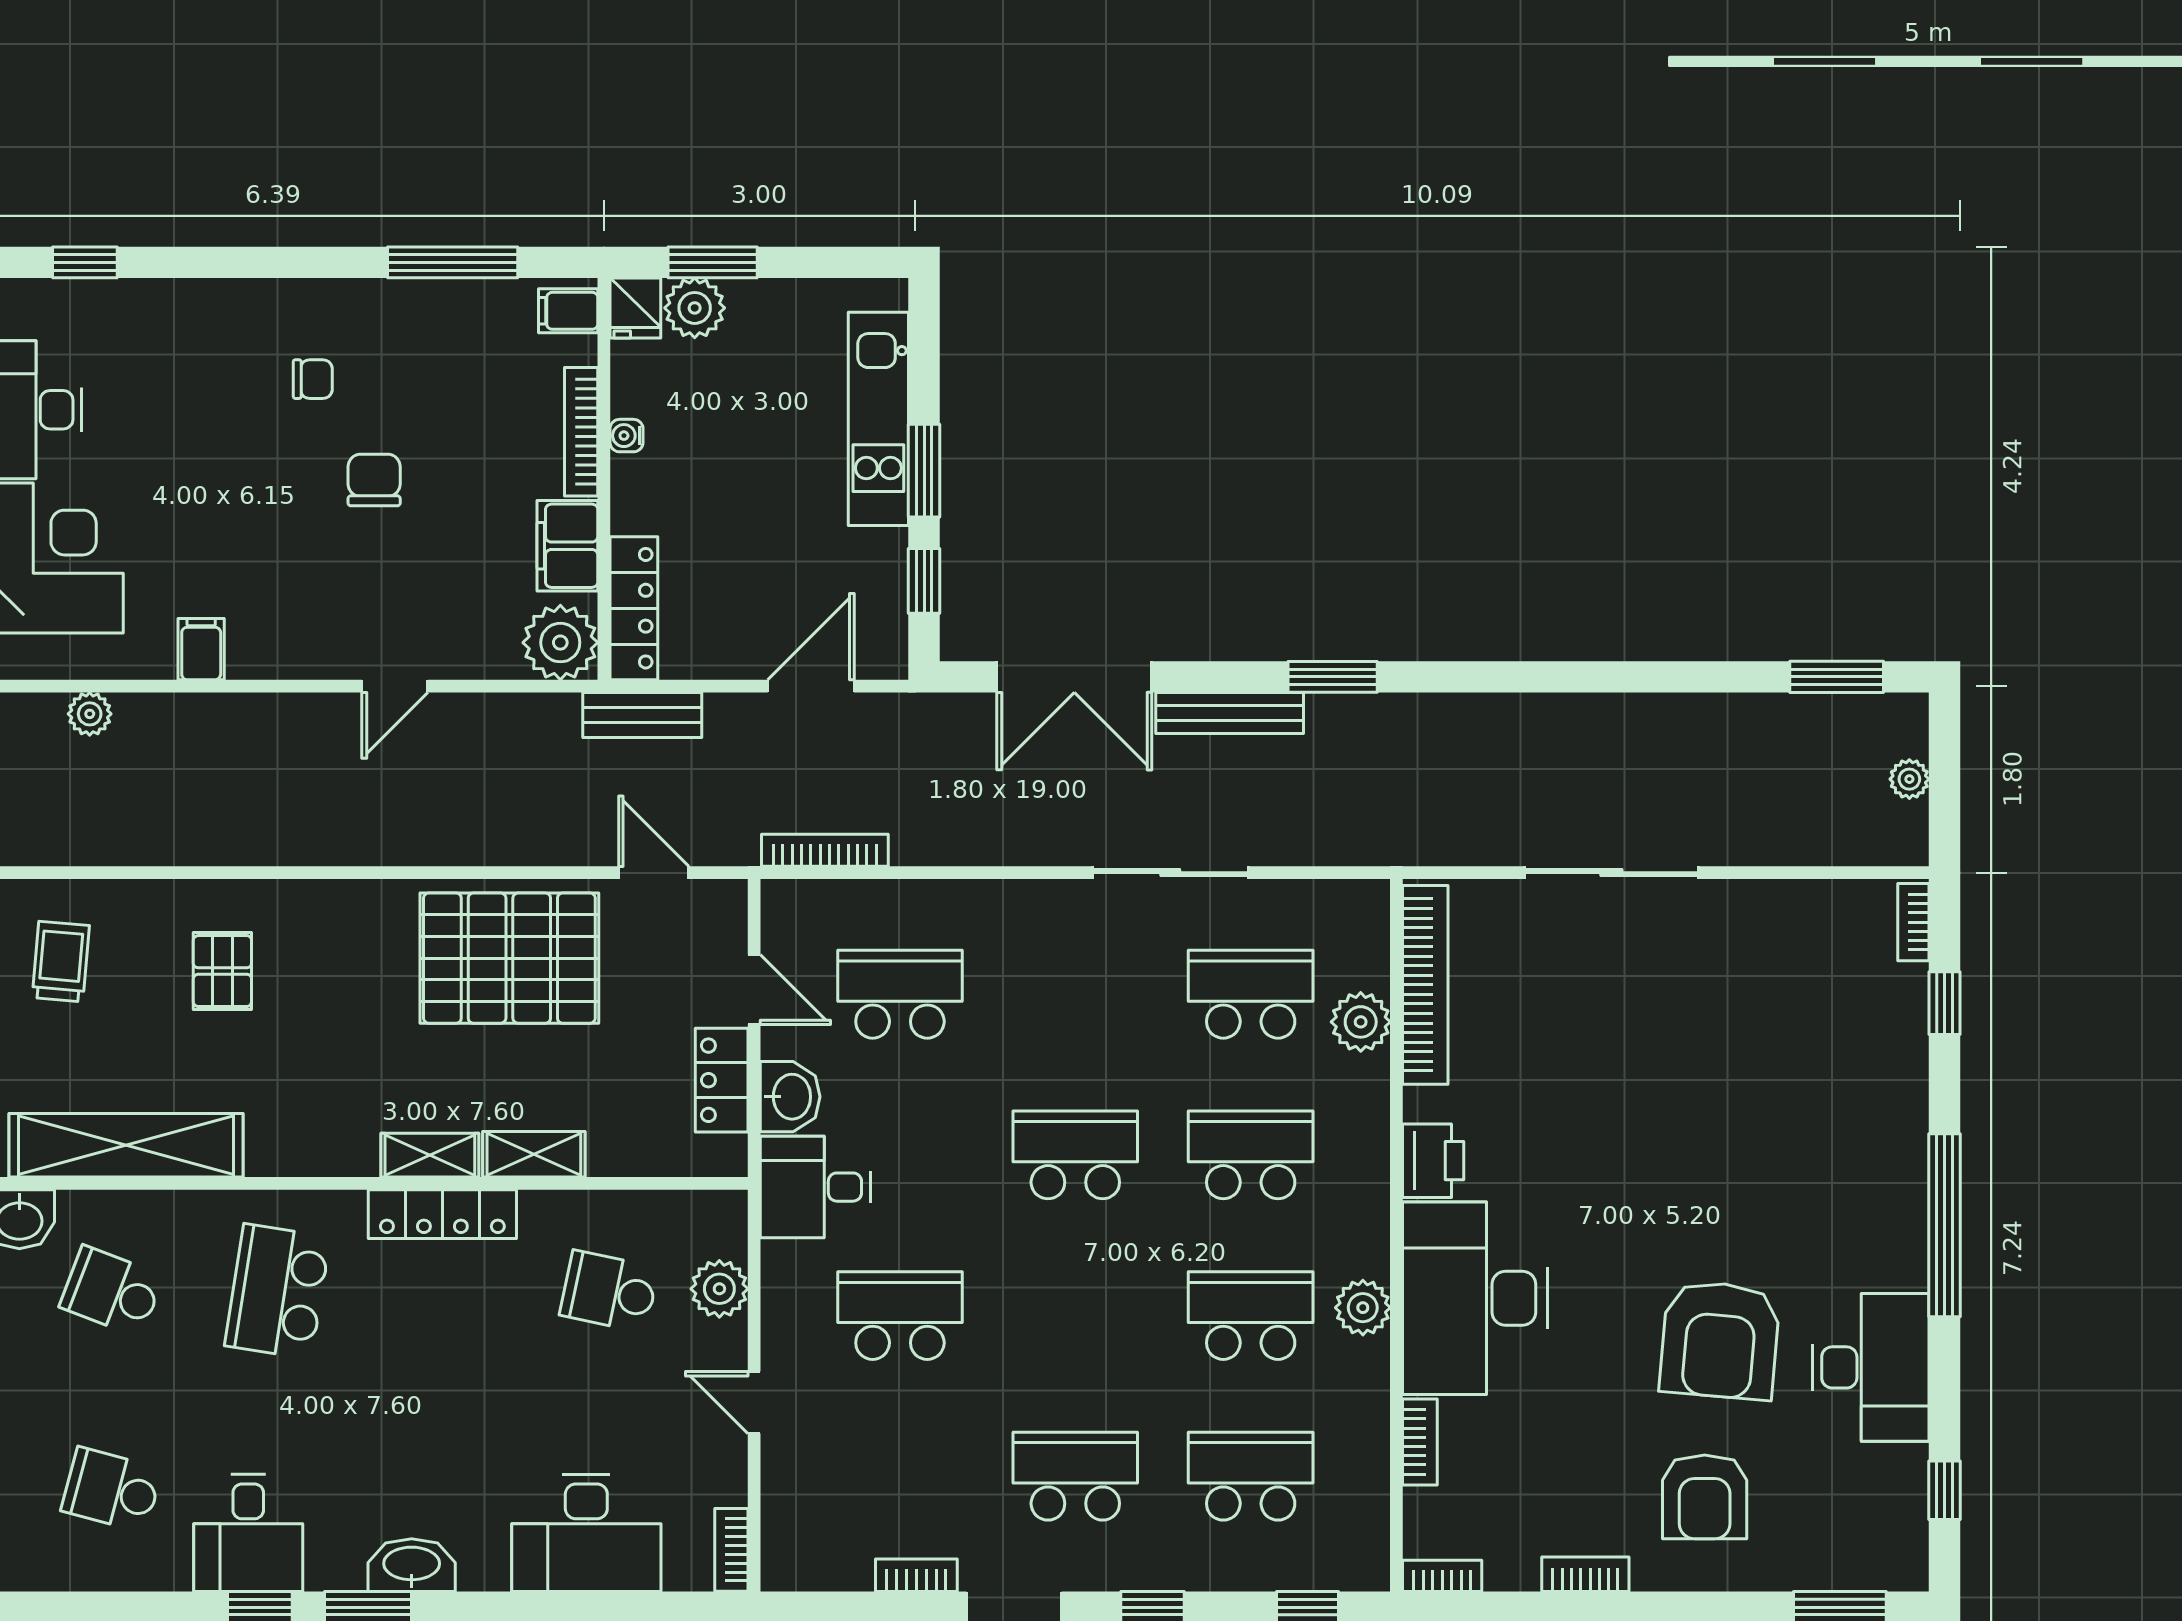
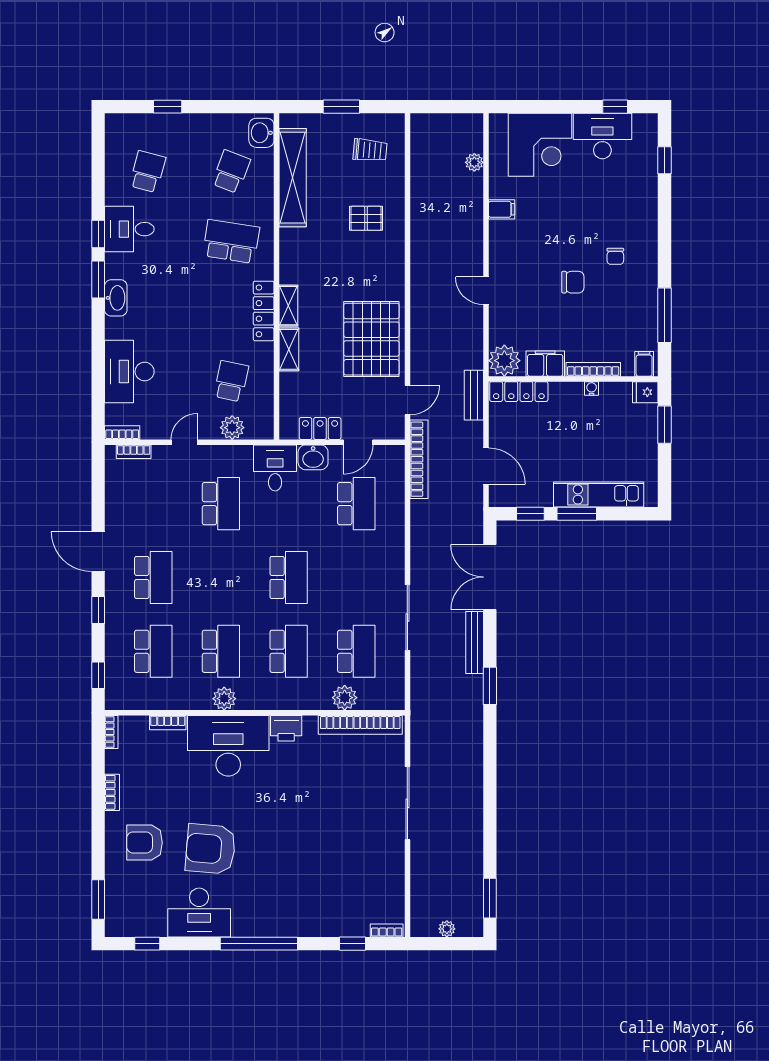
plant: (695, 308) -> (645, 417), removed
bookcase: (825, 850) -> (419, 459), width x1.48, depth x1.31
bookcase: (916, 1575) -> (134, 452), moved, turned 90

